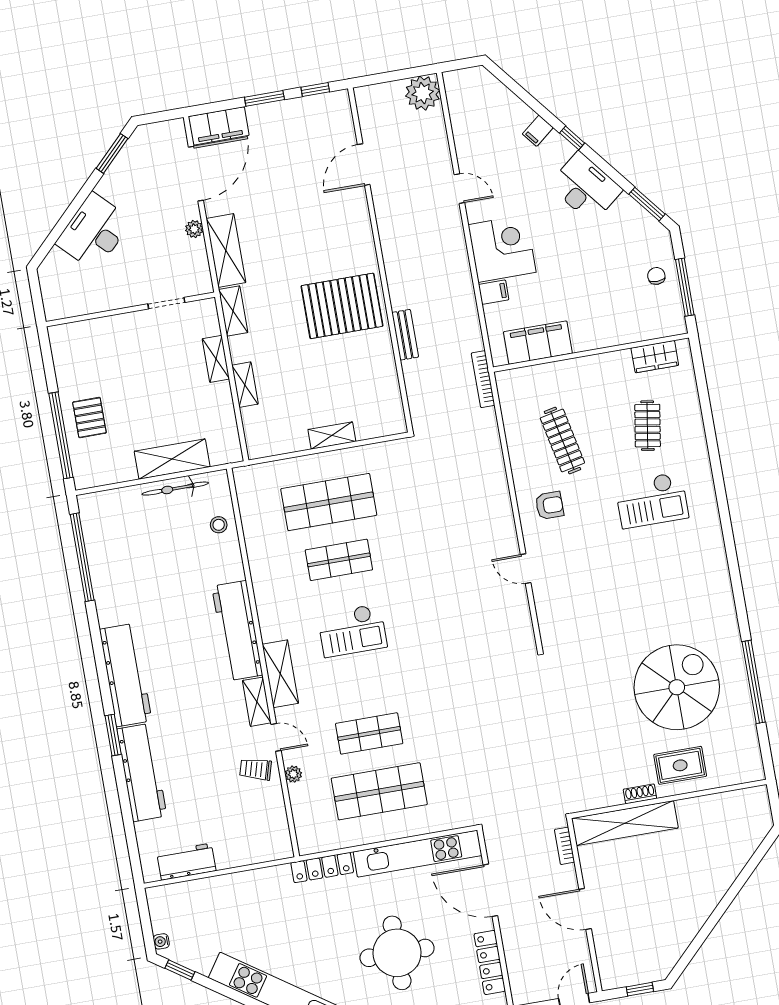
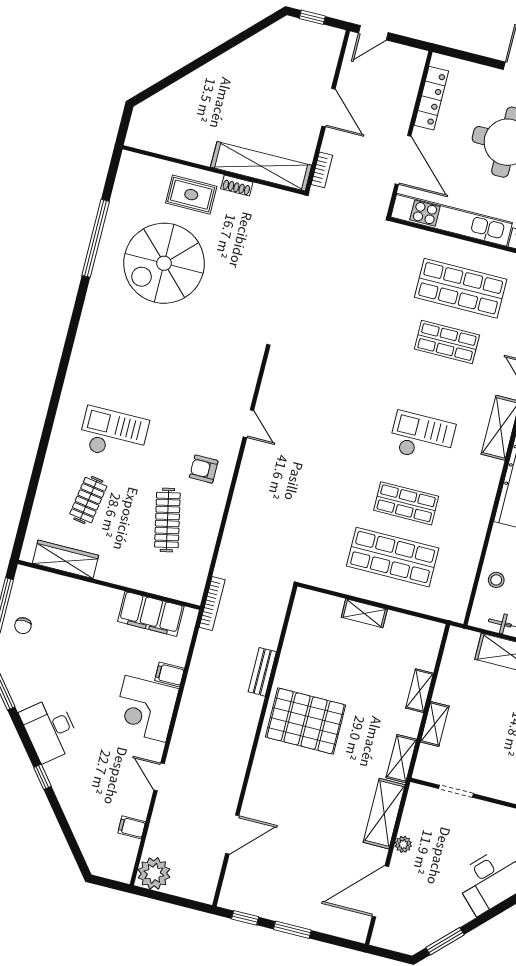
filing cabinet: (219, 126) -> (342, 924), removed
filing cabinet: (538, 131) -> (132, 827), moved, turned -141
wardrobe: (655, 357) -> (65, 559), width x1.50

